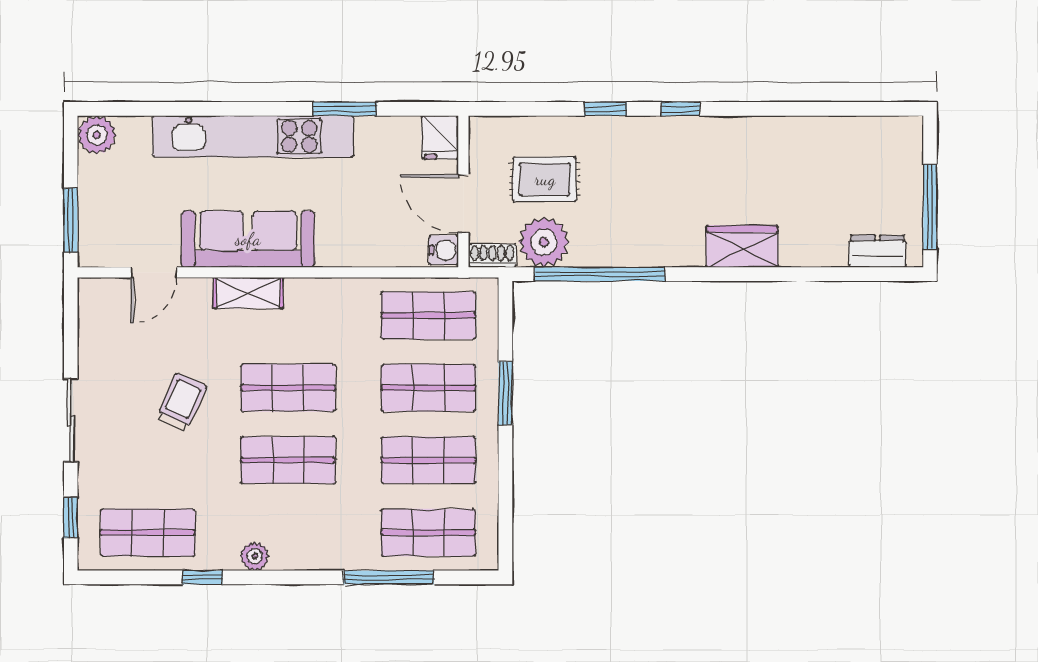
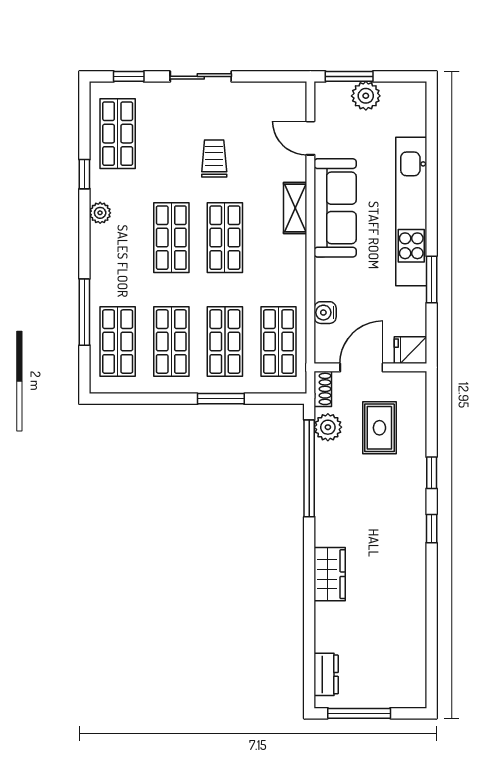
plant: (97, 135) -> (366, 96), moved
plant: (544, 242) -> (328, 427), width x0.73, depth x0.73
water cooler: (444, 250) -> (325, 313), moved, turned 90
trolley: (181, 402) -> (214, 159), turned -114

